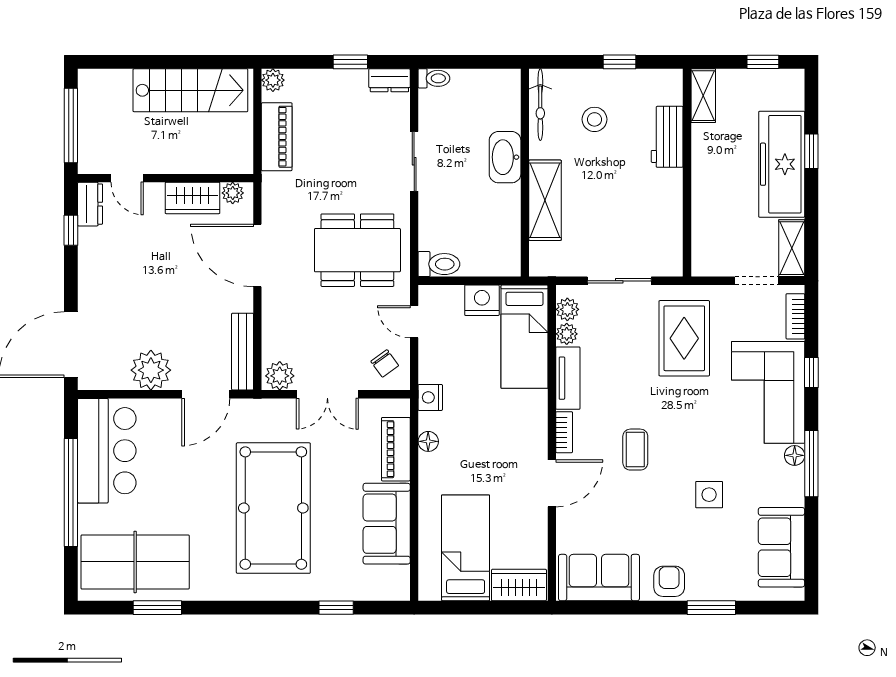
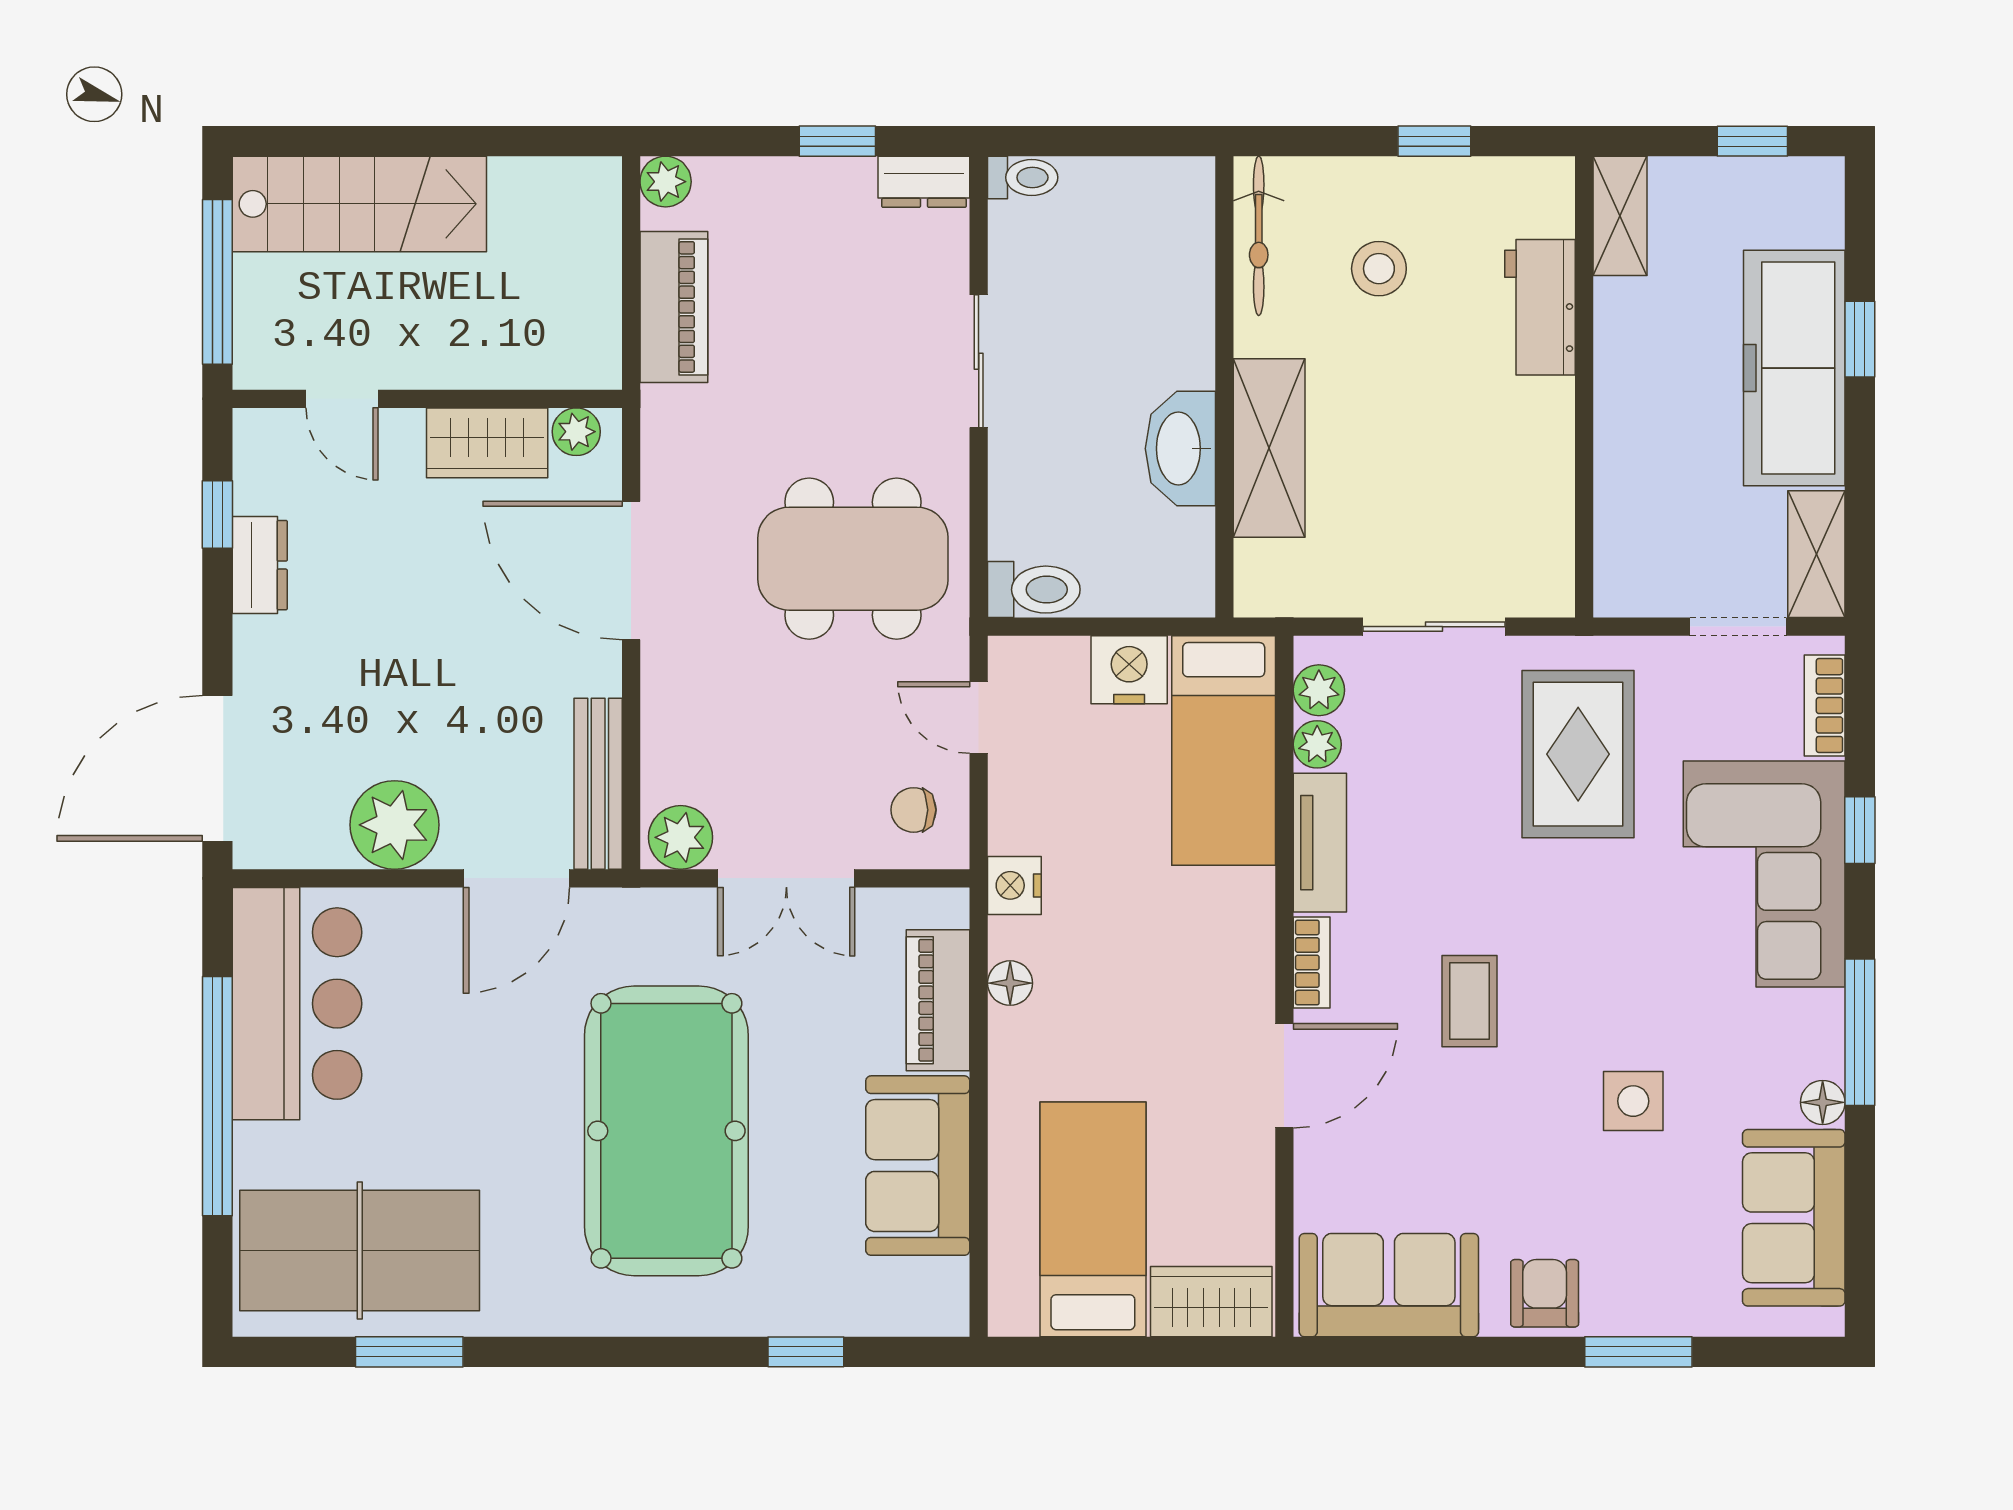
stairs: (190, 90) -> (359, 204), moved
washbasin: (505, 157) -> (1180, 449), moved
dresser: (90, 204) -> (260, 565), moved
chair: (385, 363) -> (914, 810), turned 126
floor lamp: (795, 455) -> (1823, 1102), moved

